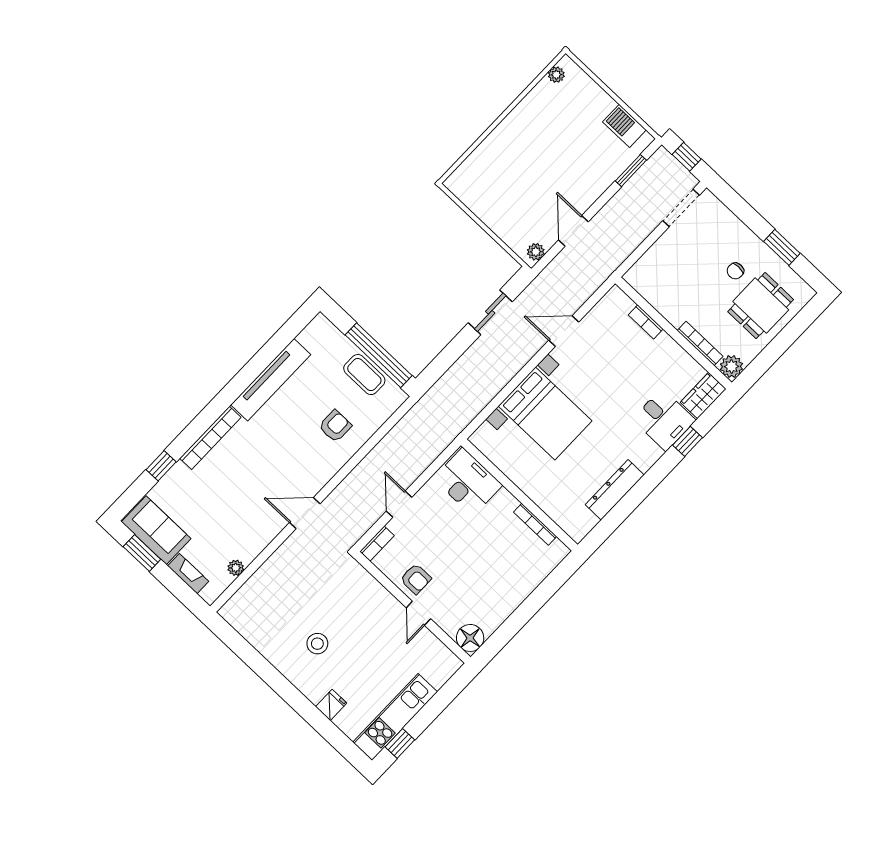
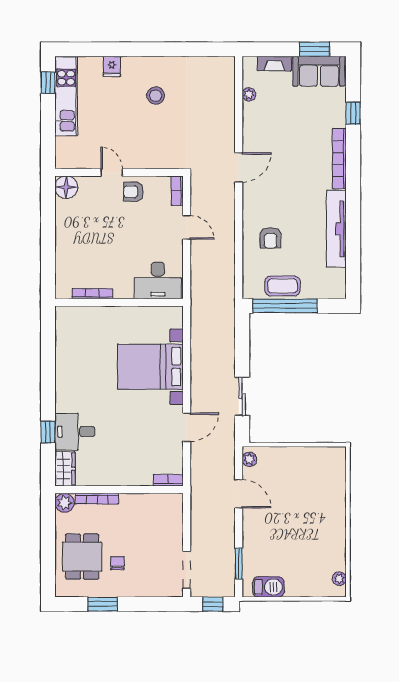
bookcase: (646, 322) -> (168, 480), moved
dresser: (615, 490) -> (64, 361), removed

